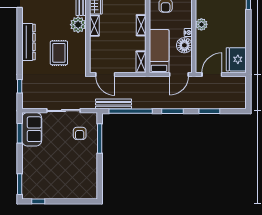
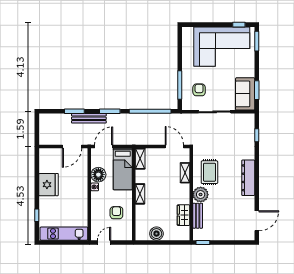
plant: (201, 24) -> (82, 195), removed
shelving: (94, 26) -> (185, 173), moved
rug: (59, 53) -> (209, 172), moved
fridge: (236, 59) -> (49, 185), moved
bench: (114, 104) -> (89, 118), moved
corner sofa: (56, 178) -> (222, 47), added

